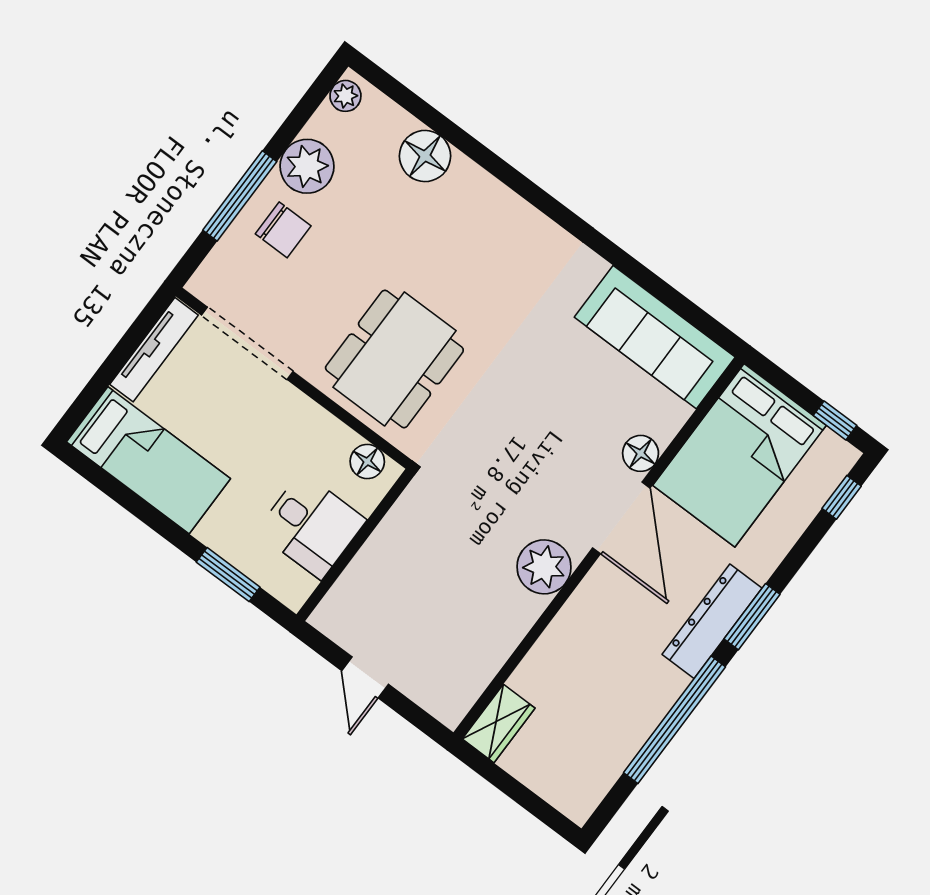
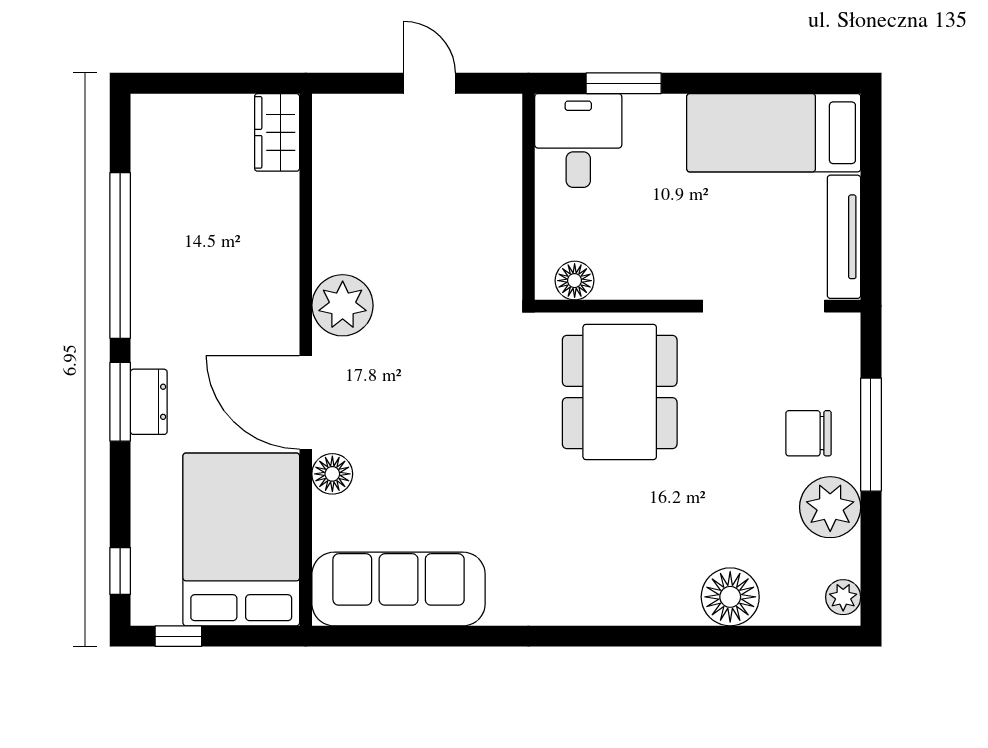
desk: (311, 526) -> (578, 141), moved, turned 90
dresser: (712, 621) -> (149, 402), width x0.51, depth x0.80

